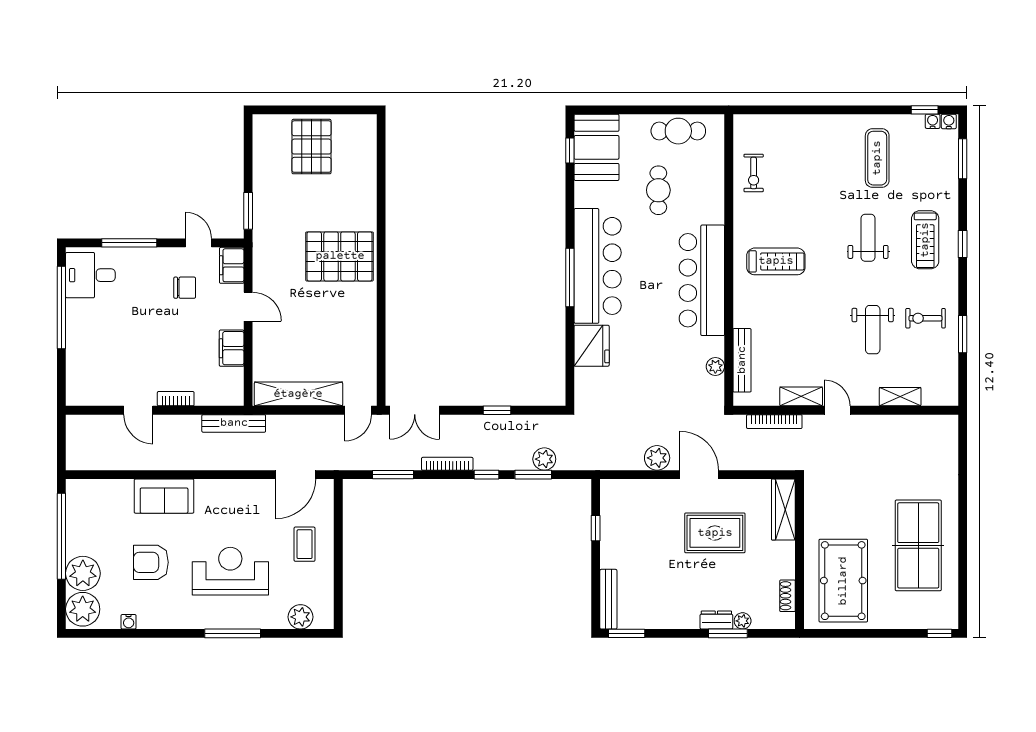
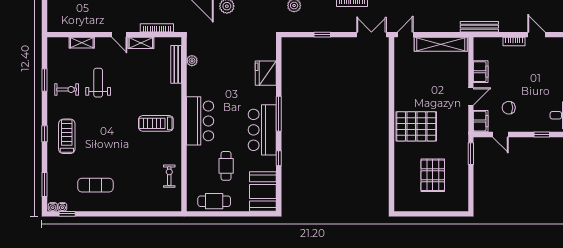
pallet: (311, 147) -> (433, 175), moved
window: (570, 151) -> (279, 158), moved
exercise mat: (877, 158) -> (95, 185), turned 90
weight bench: (868, 238) -> (101, 138), removed
window: (129, 243) -> (542, 134), width x0.46
bar counter: (598, 266) -> (262, 130), width x0.73
bar counter: (702, 280) -> (200, 121), width x0.73
door: (248, 307) -> (471, 96), swing flipped

